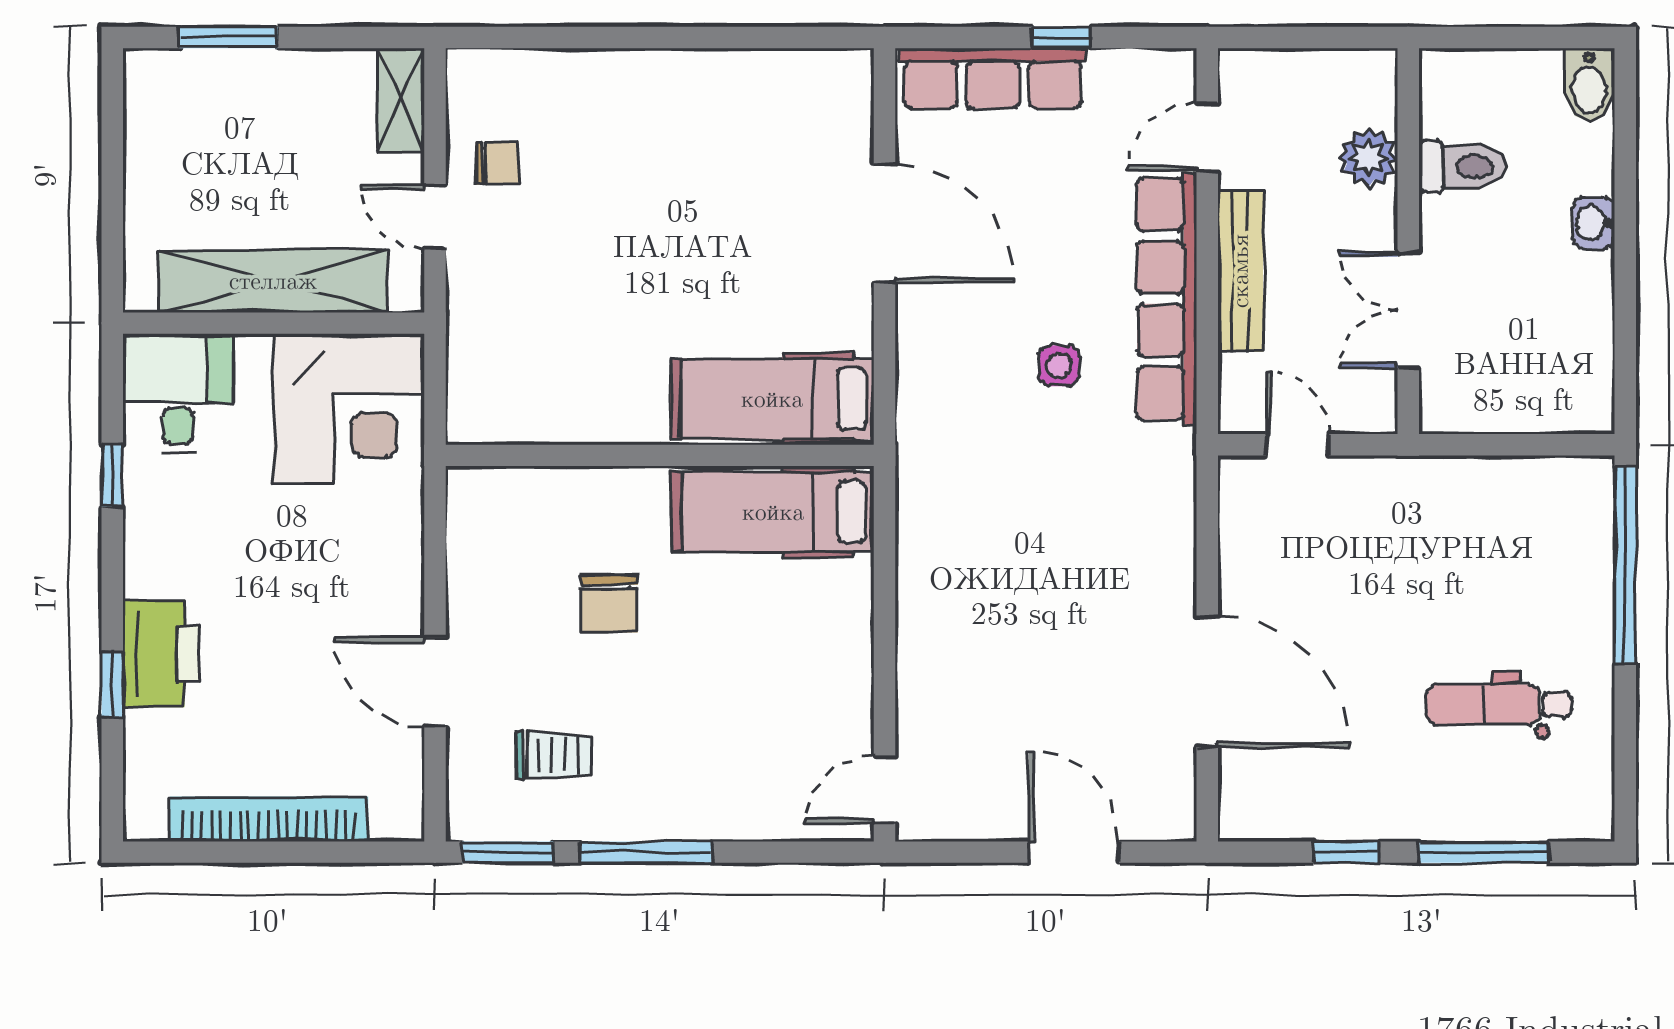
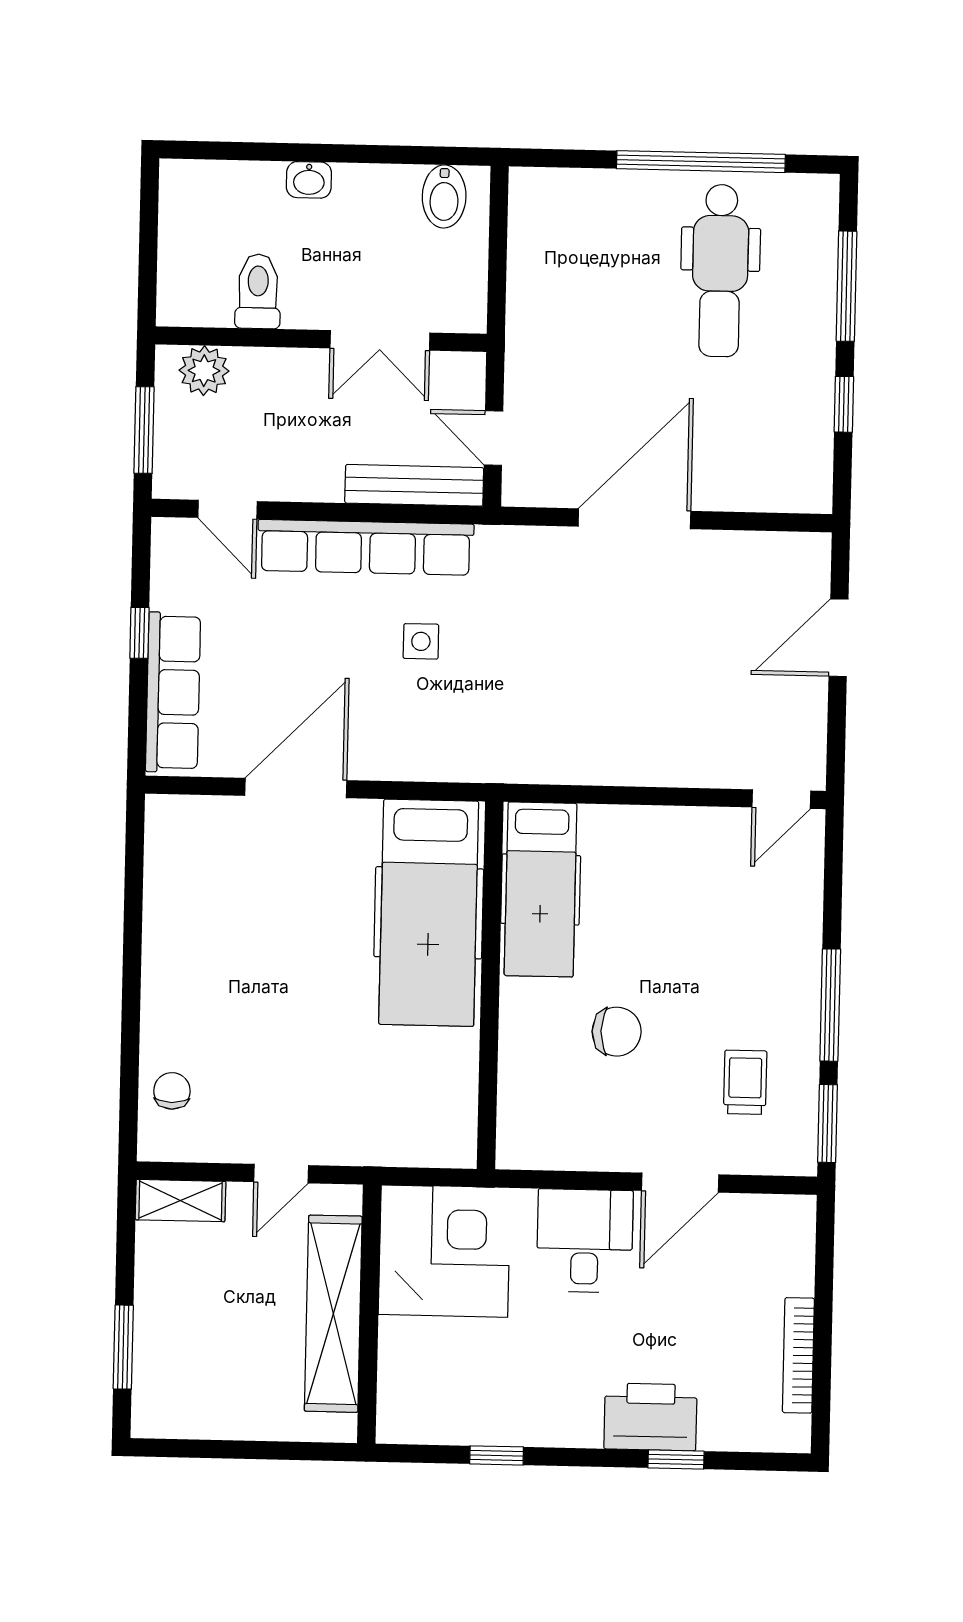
window: (1298, 37) -> (144, 430), added
bidet: (1589, 85) -> (444, 196), moved, turned 90
plant: (1368, 158) -> (204, 371), moved
chair: (497, 163) -> (172, 1091), moved
bench: (1240, 271) -> (414, 485), moved
desk: (178, 393) -> (585, 1241), moved, turned 90
hospital bed: (772, 399) -> (429, 913), width x1.37, depth x1.29
door: (1298, 445) -> (493, 438), hinge flipped
window: (1625, 565) -> (701, 162), moved
door: (1207, 682) -> (634, 519), moved
dental chair: (1499, 705) -> (720, 271), width x1.36, depth x1.38
door: (885, 790) -> (781, 799), hinge flipped
bookcase: (269, 819) -> (798, 1355), width x0.68, depth x0.76

